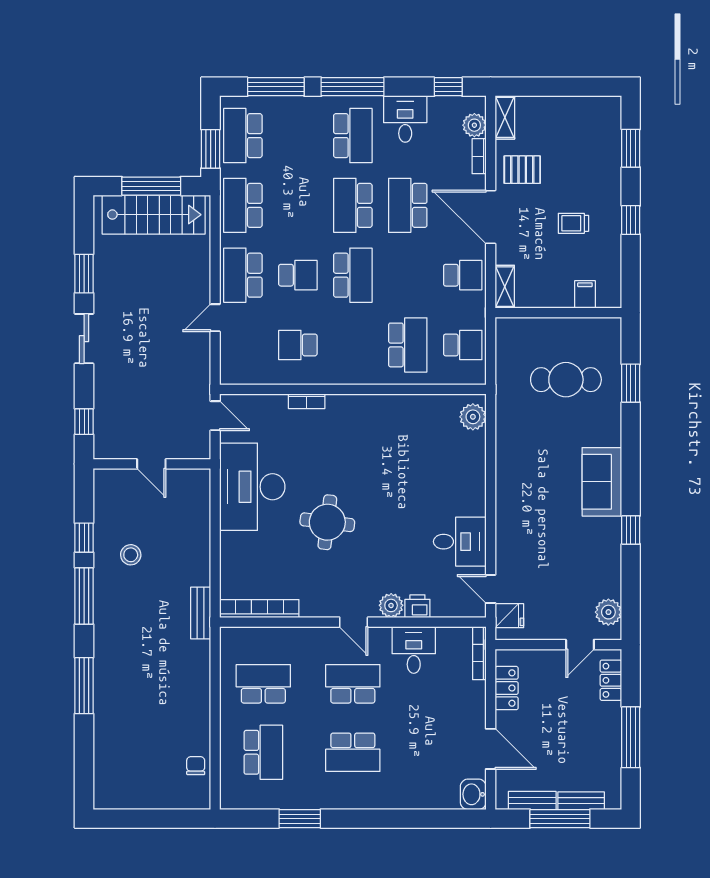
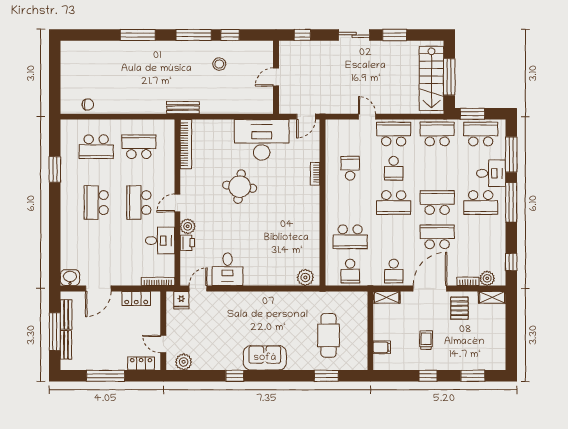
desk: (405, 119) -> (491, 173), moved
school desk: (263, 684) -> (139, 147), turned -90
school desk: (353, 684) -> (139, 203), turned 180

